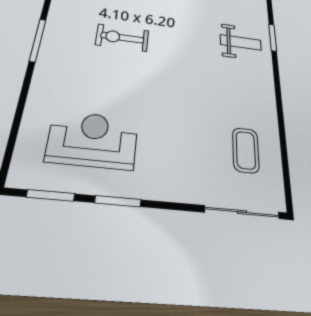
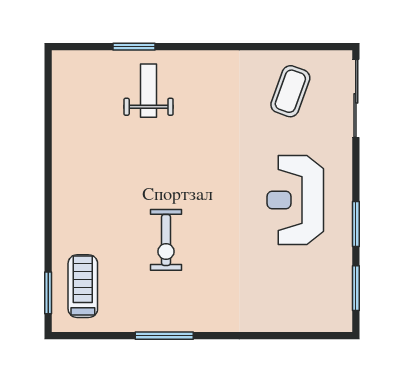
window: (38, 40) -> (164, 336), moved
reception desk: (93, 140) -> (295, 200), moved
coffee table: (246, 150) -> (290, 91), turned -70

